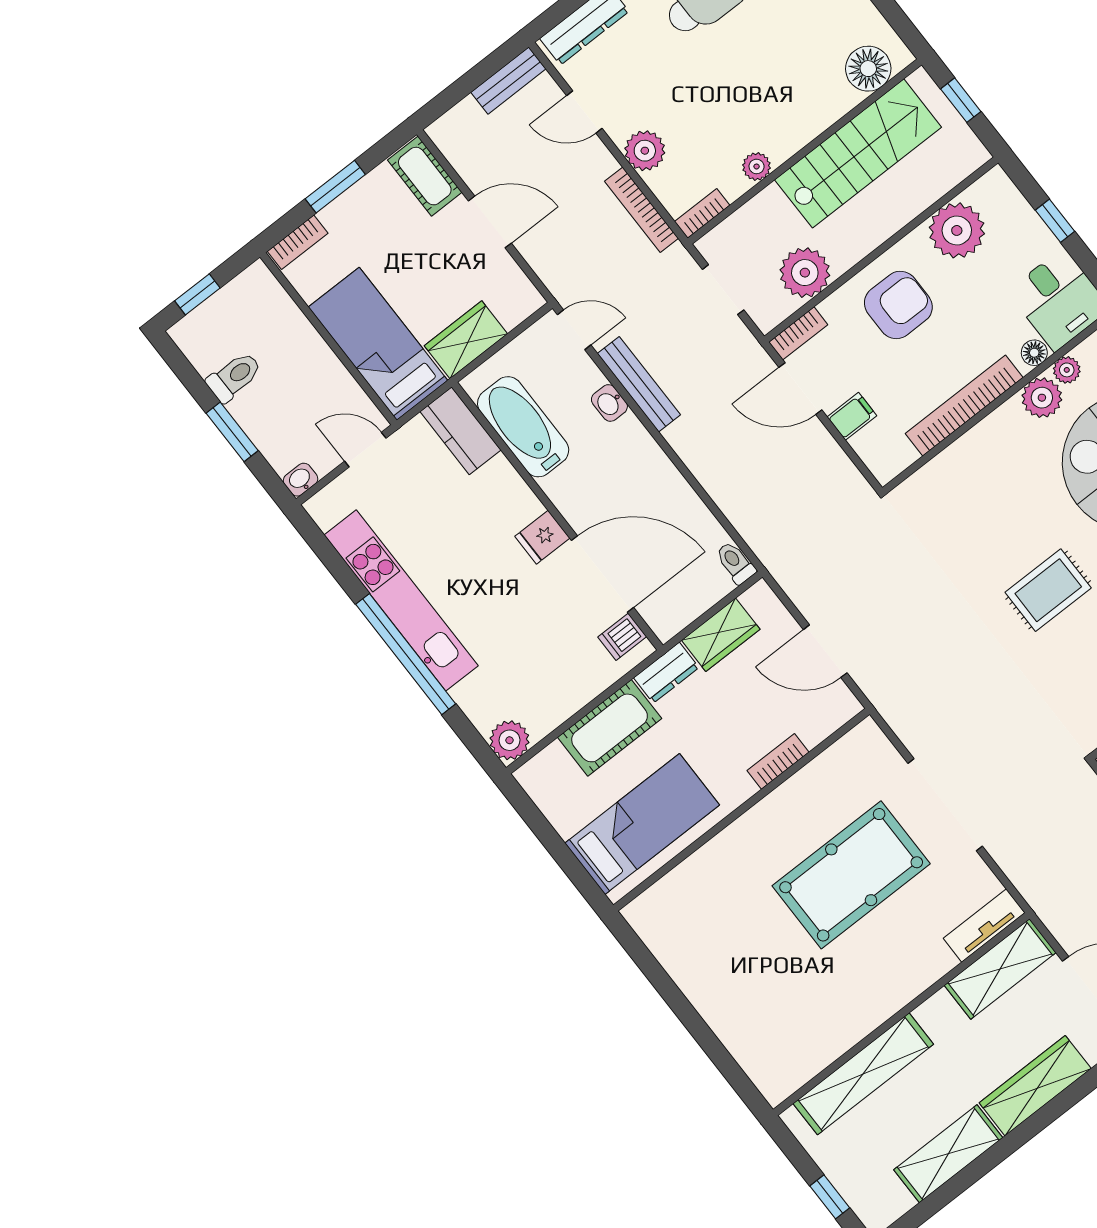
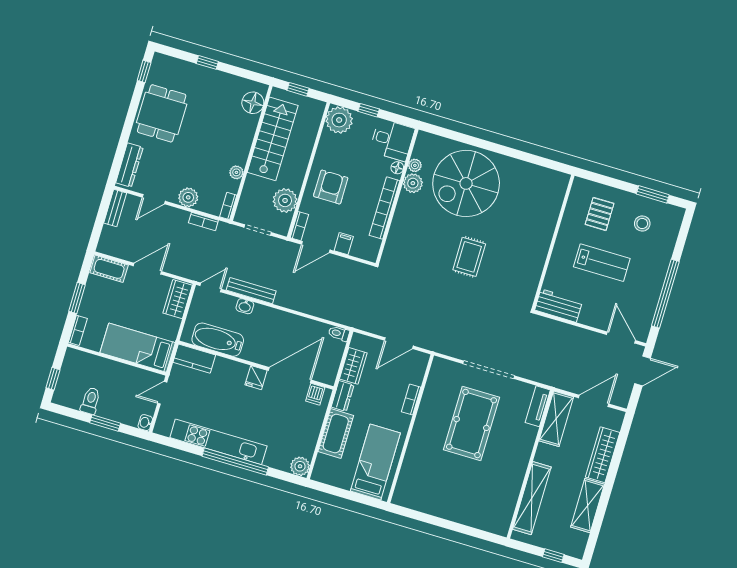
bookcase: (642, 210) -> (203, 221), width x0.64
plant: (957, 230) -> (339, 120), moved
wardrobe: (466, 340) -> (178, 299), moved

